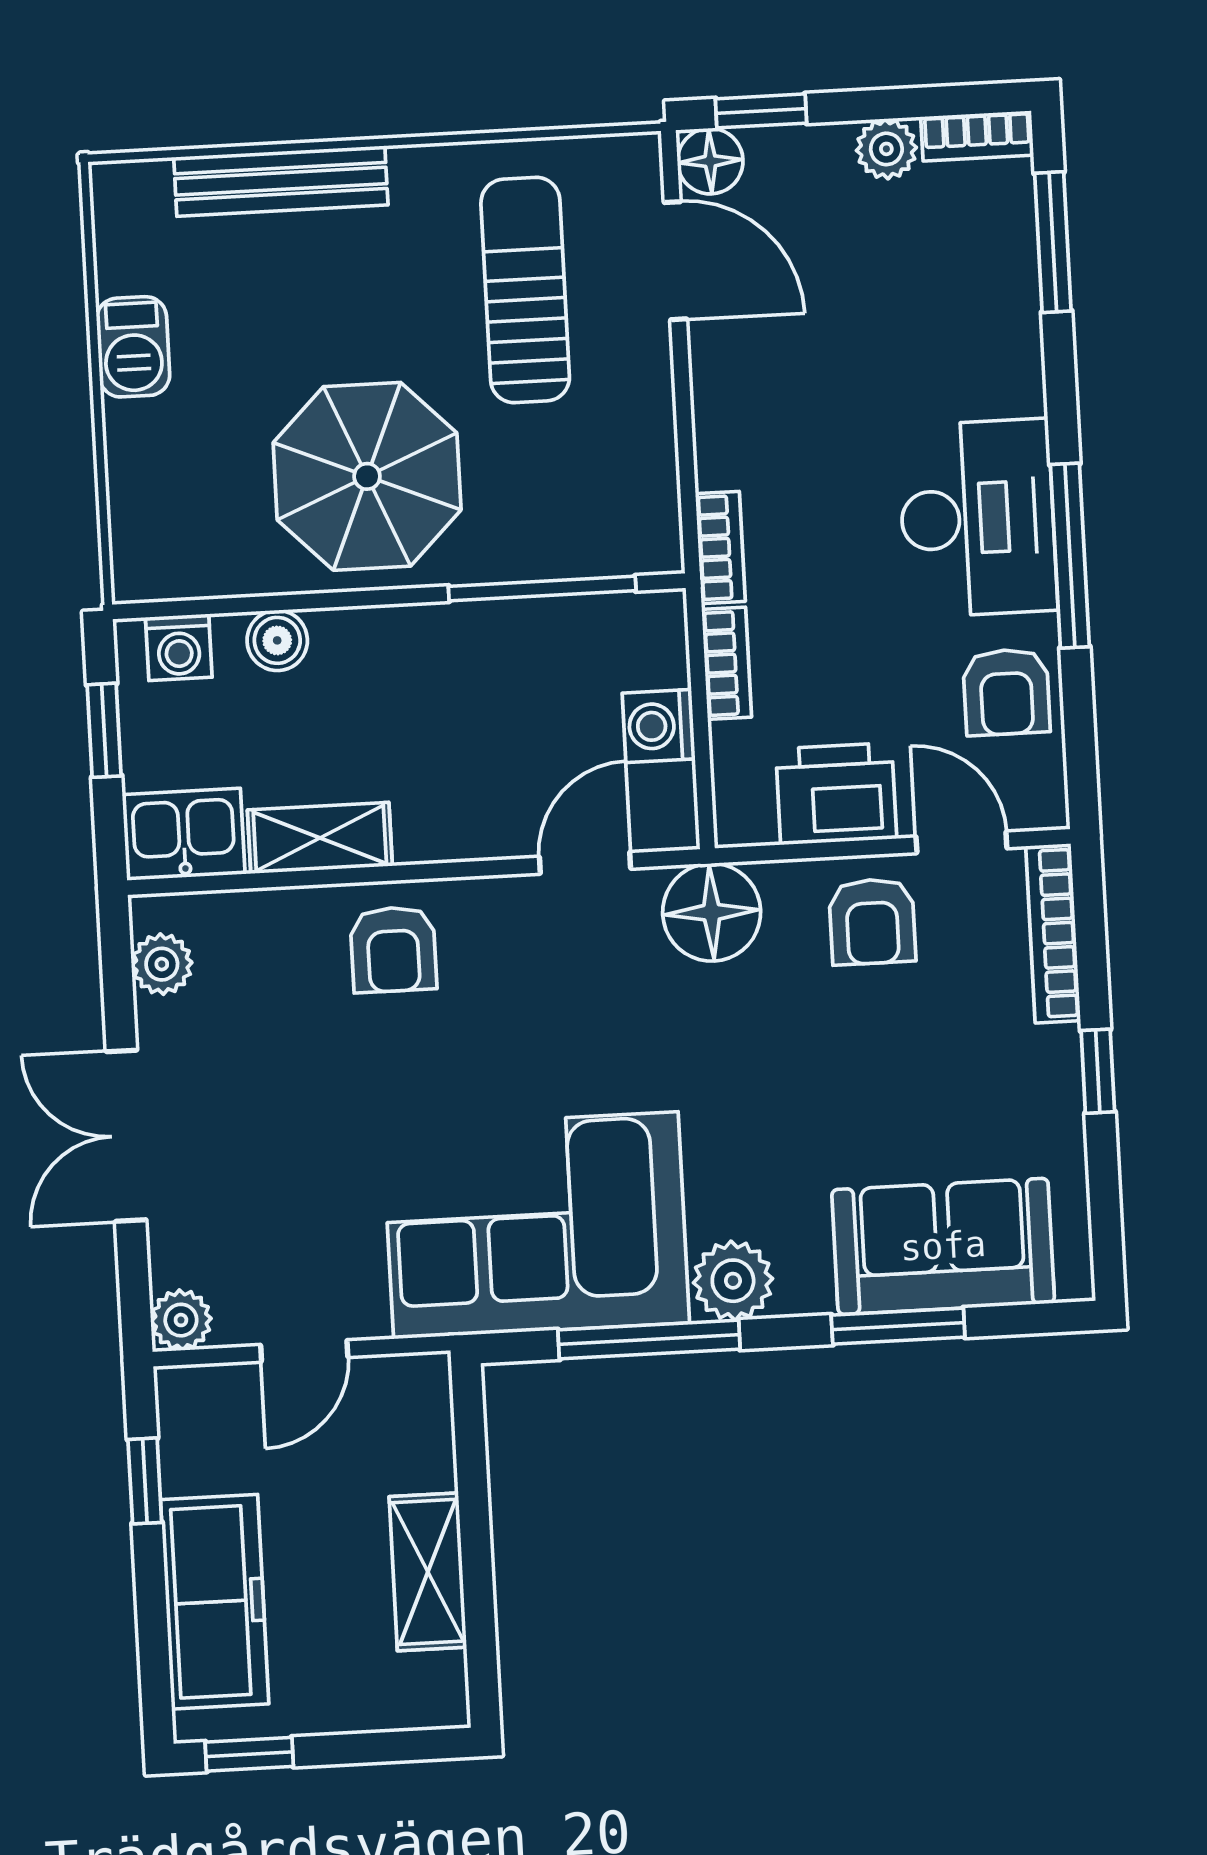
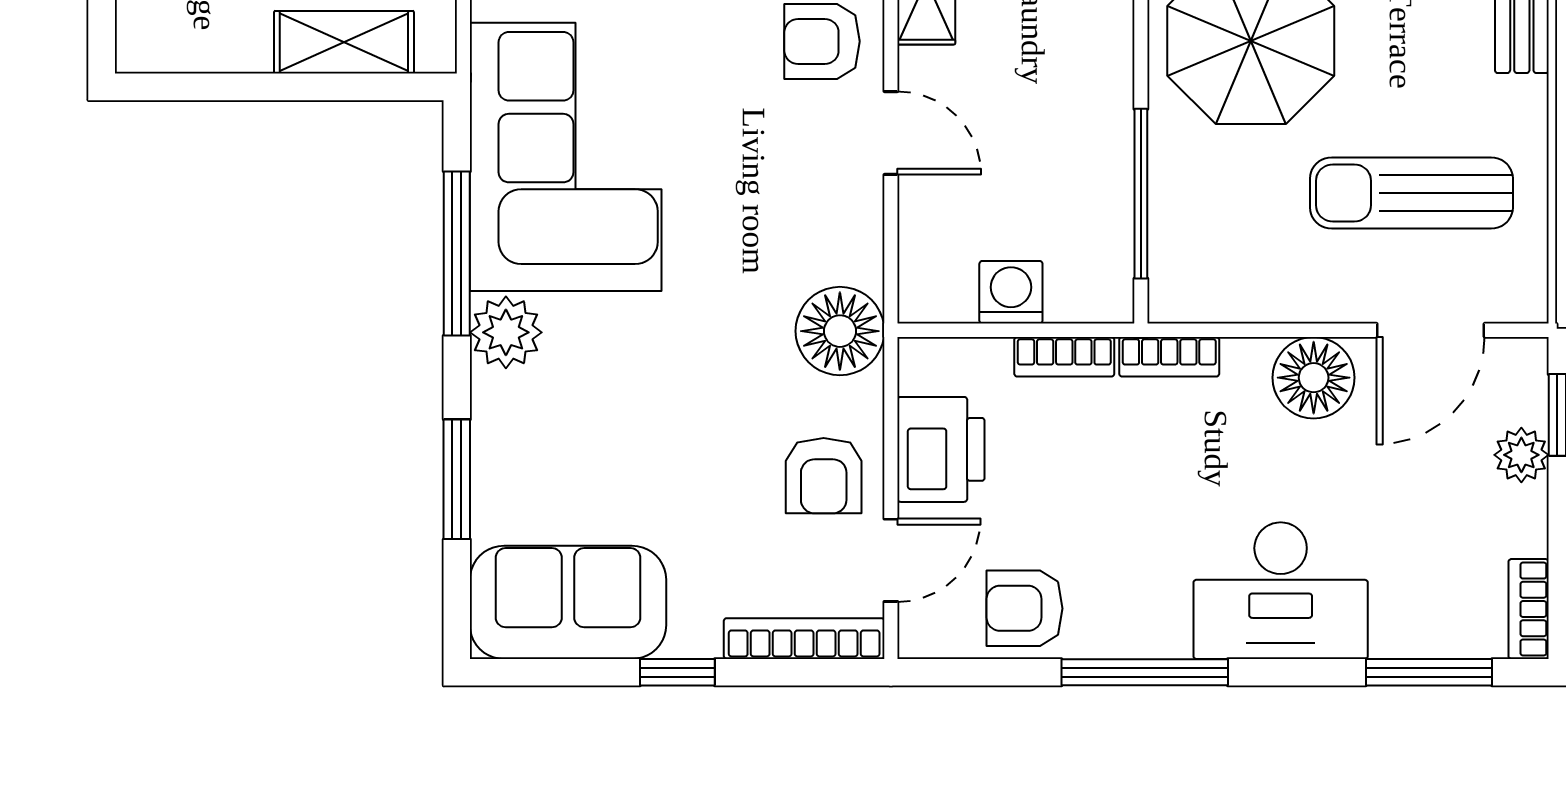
plant: (886, 149) -> (1521, 455), moved
floor lamp: (710, 161) -> (1314, 378), moved, width x1.38, depth x1.38
sun lounger: (525, 290) -> (1411, 193), turned 180
desk: (978, 518) -> (1281, 591), moved
door: (585, 863) -> (891, 133), moved
armchair: (872, 922) -> (824, 476), turned -90
sofa: (943, 1246) -> (568, 602), moved, turned -90
shelving: (428, 1572) -> (344, 42), moved

